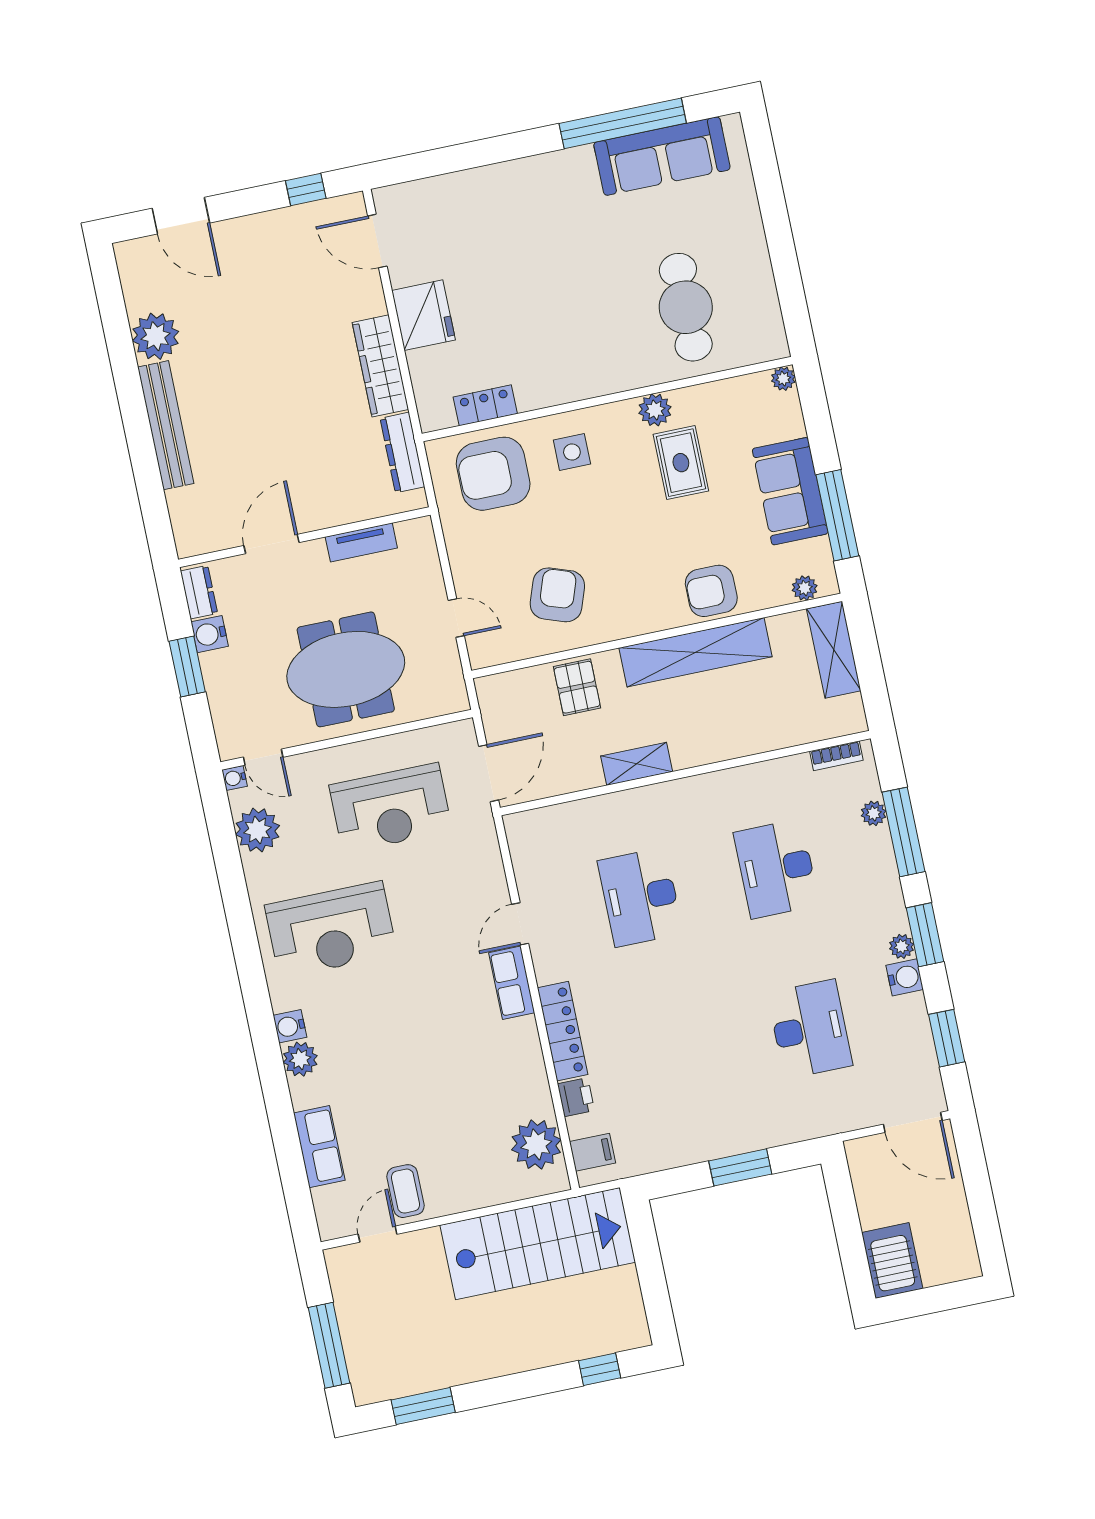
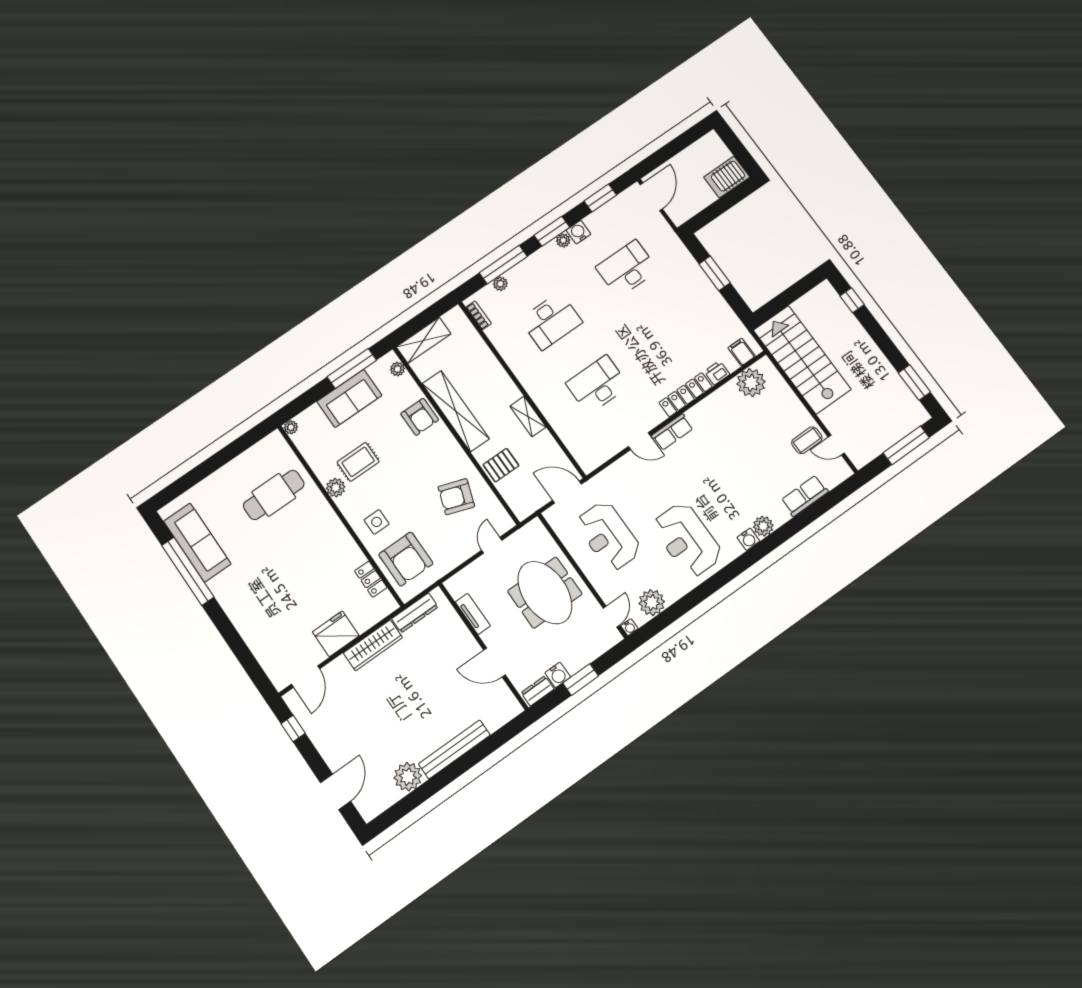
reception desk: (391, 808) -> (608, 536), turned 180
desk: (640, 897) -> (597, 385), turned 180
reception desk: (331, 930) -> (687, 540), turned 180

